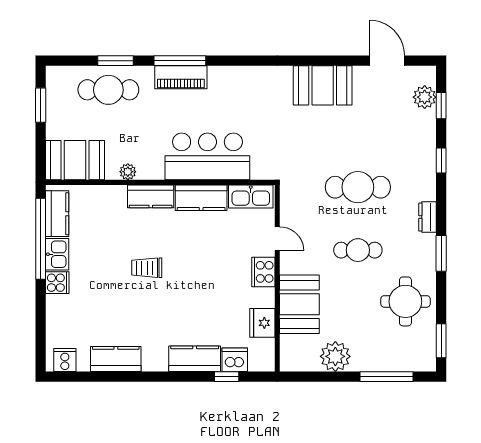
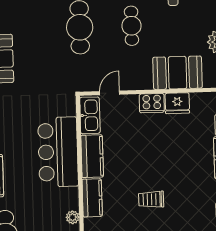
door: (277, 239) -> (110, 93), moved
trolley: (147, 268) -> (151, 199), turned 90
fridge: (262, 323) -> (177, 103), moved

